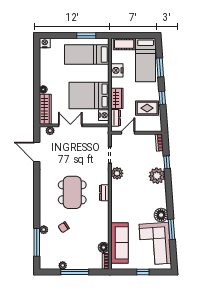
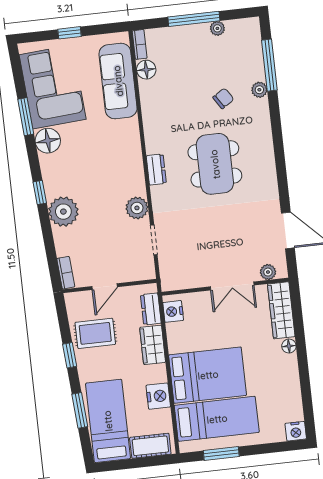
bed: (89, 95) -> (208, 375), moved
door: (128, 133) -> (105, 287), moved
window: (167, 162) -> (40, 193), moved

